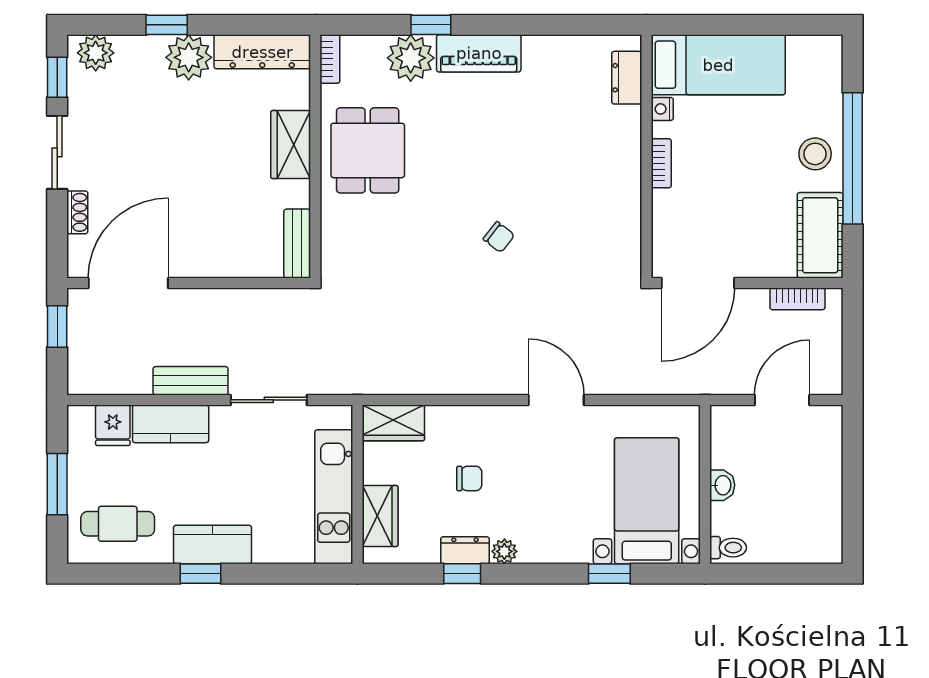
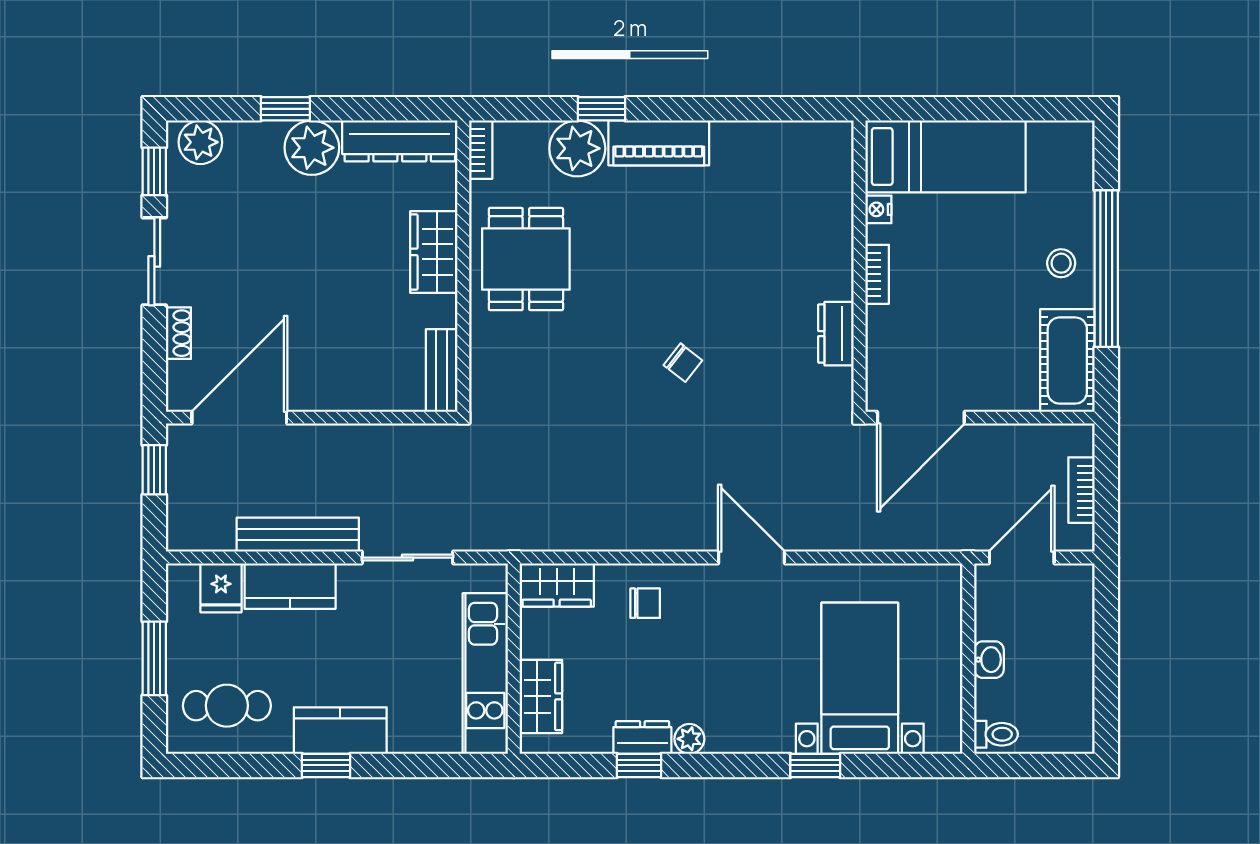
dresser: (627, 78) -> (836, 334), moved
stool: (815, 154) -> (1061, 263), width x0.73, depth x0.73
bookcase: (797, 299) -> (1081, 490), moved, turned 90
bench: (191, 381) -> (298, 535), width x1.36
chair: (469, 478) -> (645, 603), moved
wall: (705, 484) -> (968, 659), moved
washbasin: (722, 485) -> (989, 660), moved
toilet: (728, 548) -> (996, 734), moved

